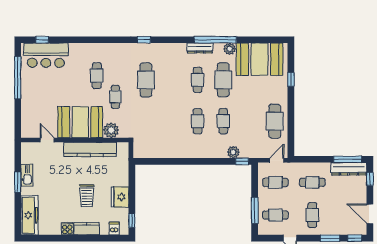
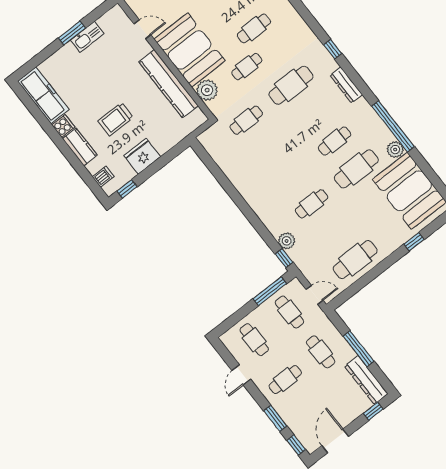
dresser: (200, 48) -> (346, 85), moved
cafe table: (197, 121) -> (246, 120), moved
door: (47, 140) -> (142, 29), hinge flipped
window: (348, 159) -> (358, 349), moved
window: (255, 210) -> (270, 291), moved
freezer: (29, 215) -> (43, 95), moved, turned -90

